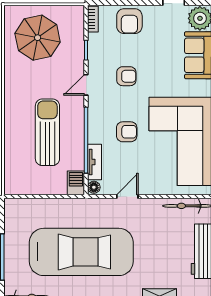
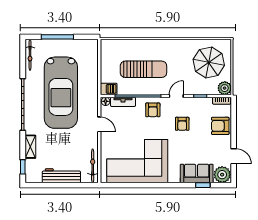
plant: (75, 15) -> (225, 88), added
door: (86, 85) -> (176, 96), hinge flipped
armchair: (127, 132) -> (153, 110), moved

